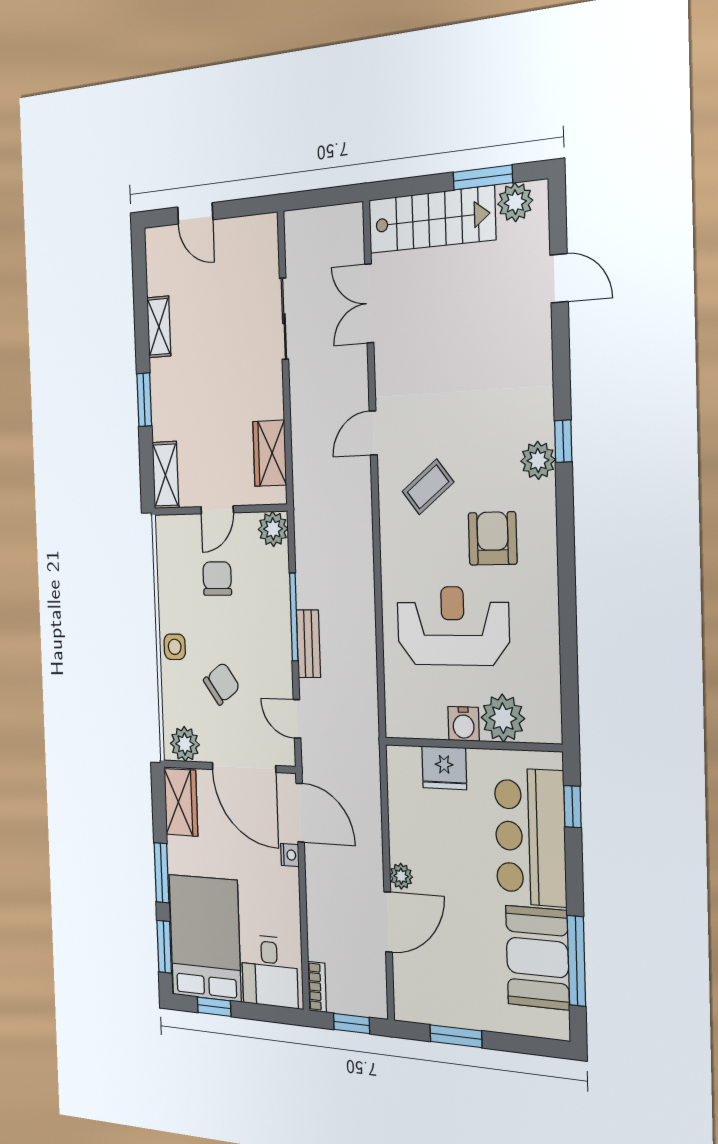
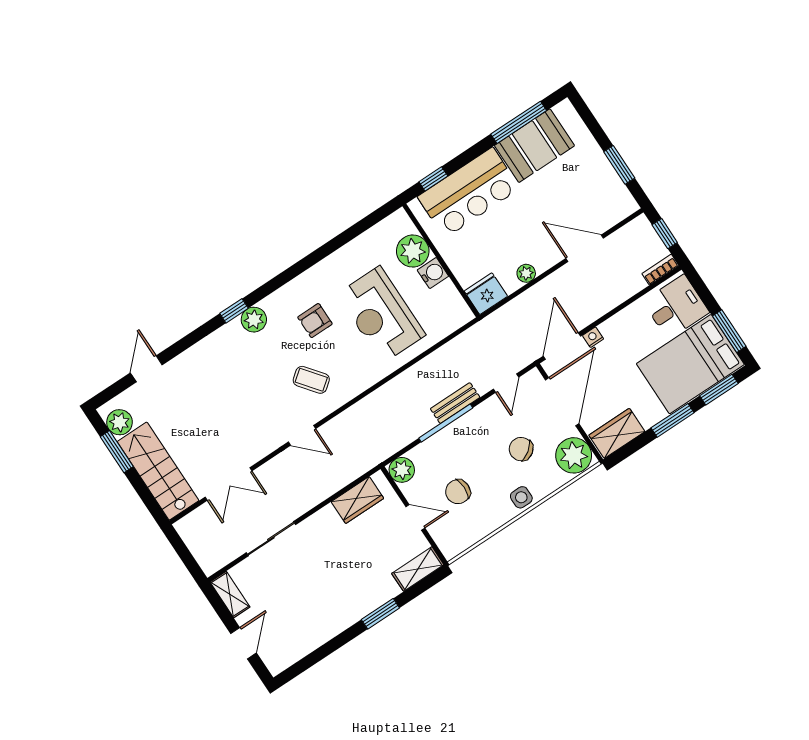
shelving: (159, 327) -> (230, 595), moved, turned 90
armchair: (493, 538) -> (315, 321), width x0.72, depth x0.72
plant: (185, 744) -> (574, 455), width x1.36, depth x1.36
fridge: (444, 768) -> (486, 294), moved, turned -90
plant: (401, 876) -> (526, 273), moved
window: (214, 1007) -> (729, 331), width x1.50

